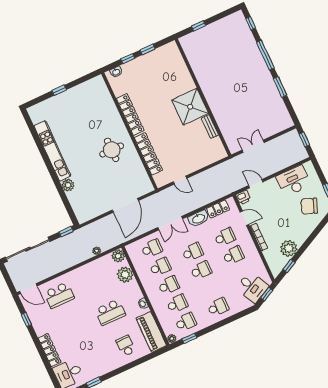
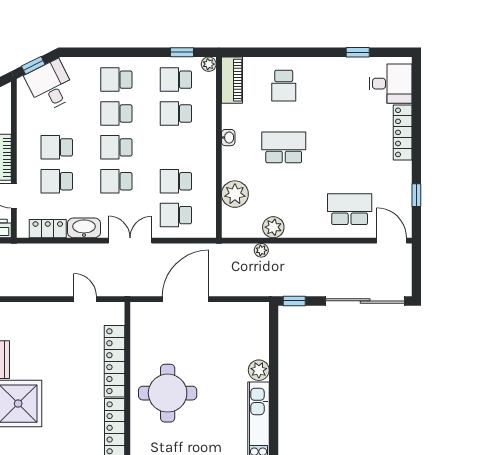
round table: (112, 150) -> (168, 393), width x1.36, depth x1.36
plant: (118, 256) -> (273, 227), moved
school desk: (169, 285) -> (116, 113), moved
piano: (151, 332) -> (232, 80), width x0.73, depth x0.75

